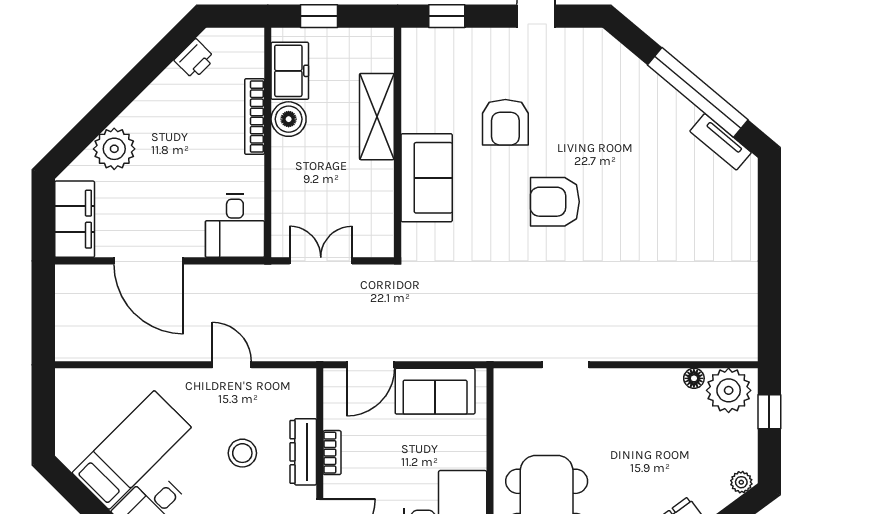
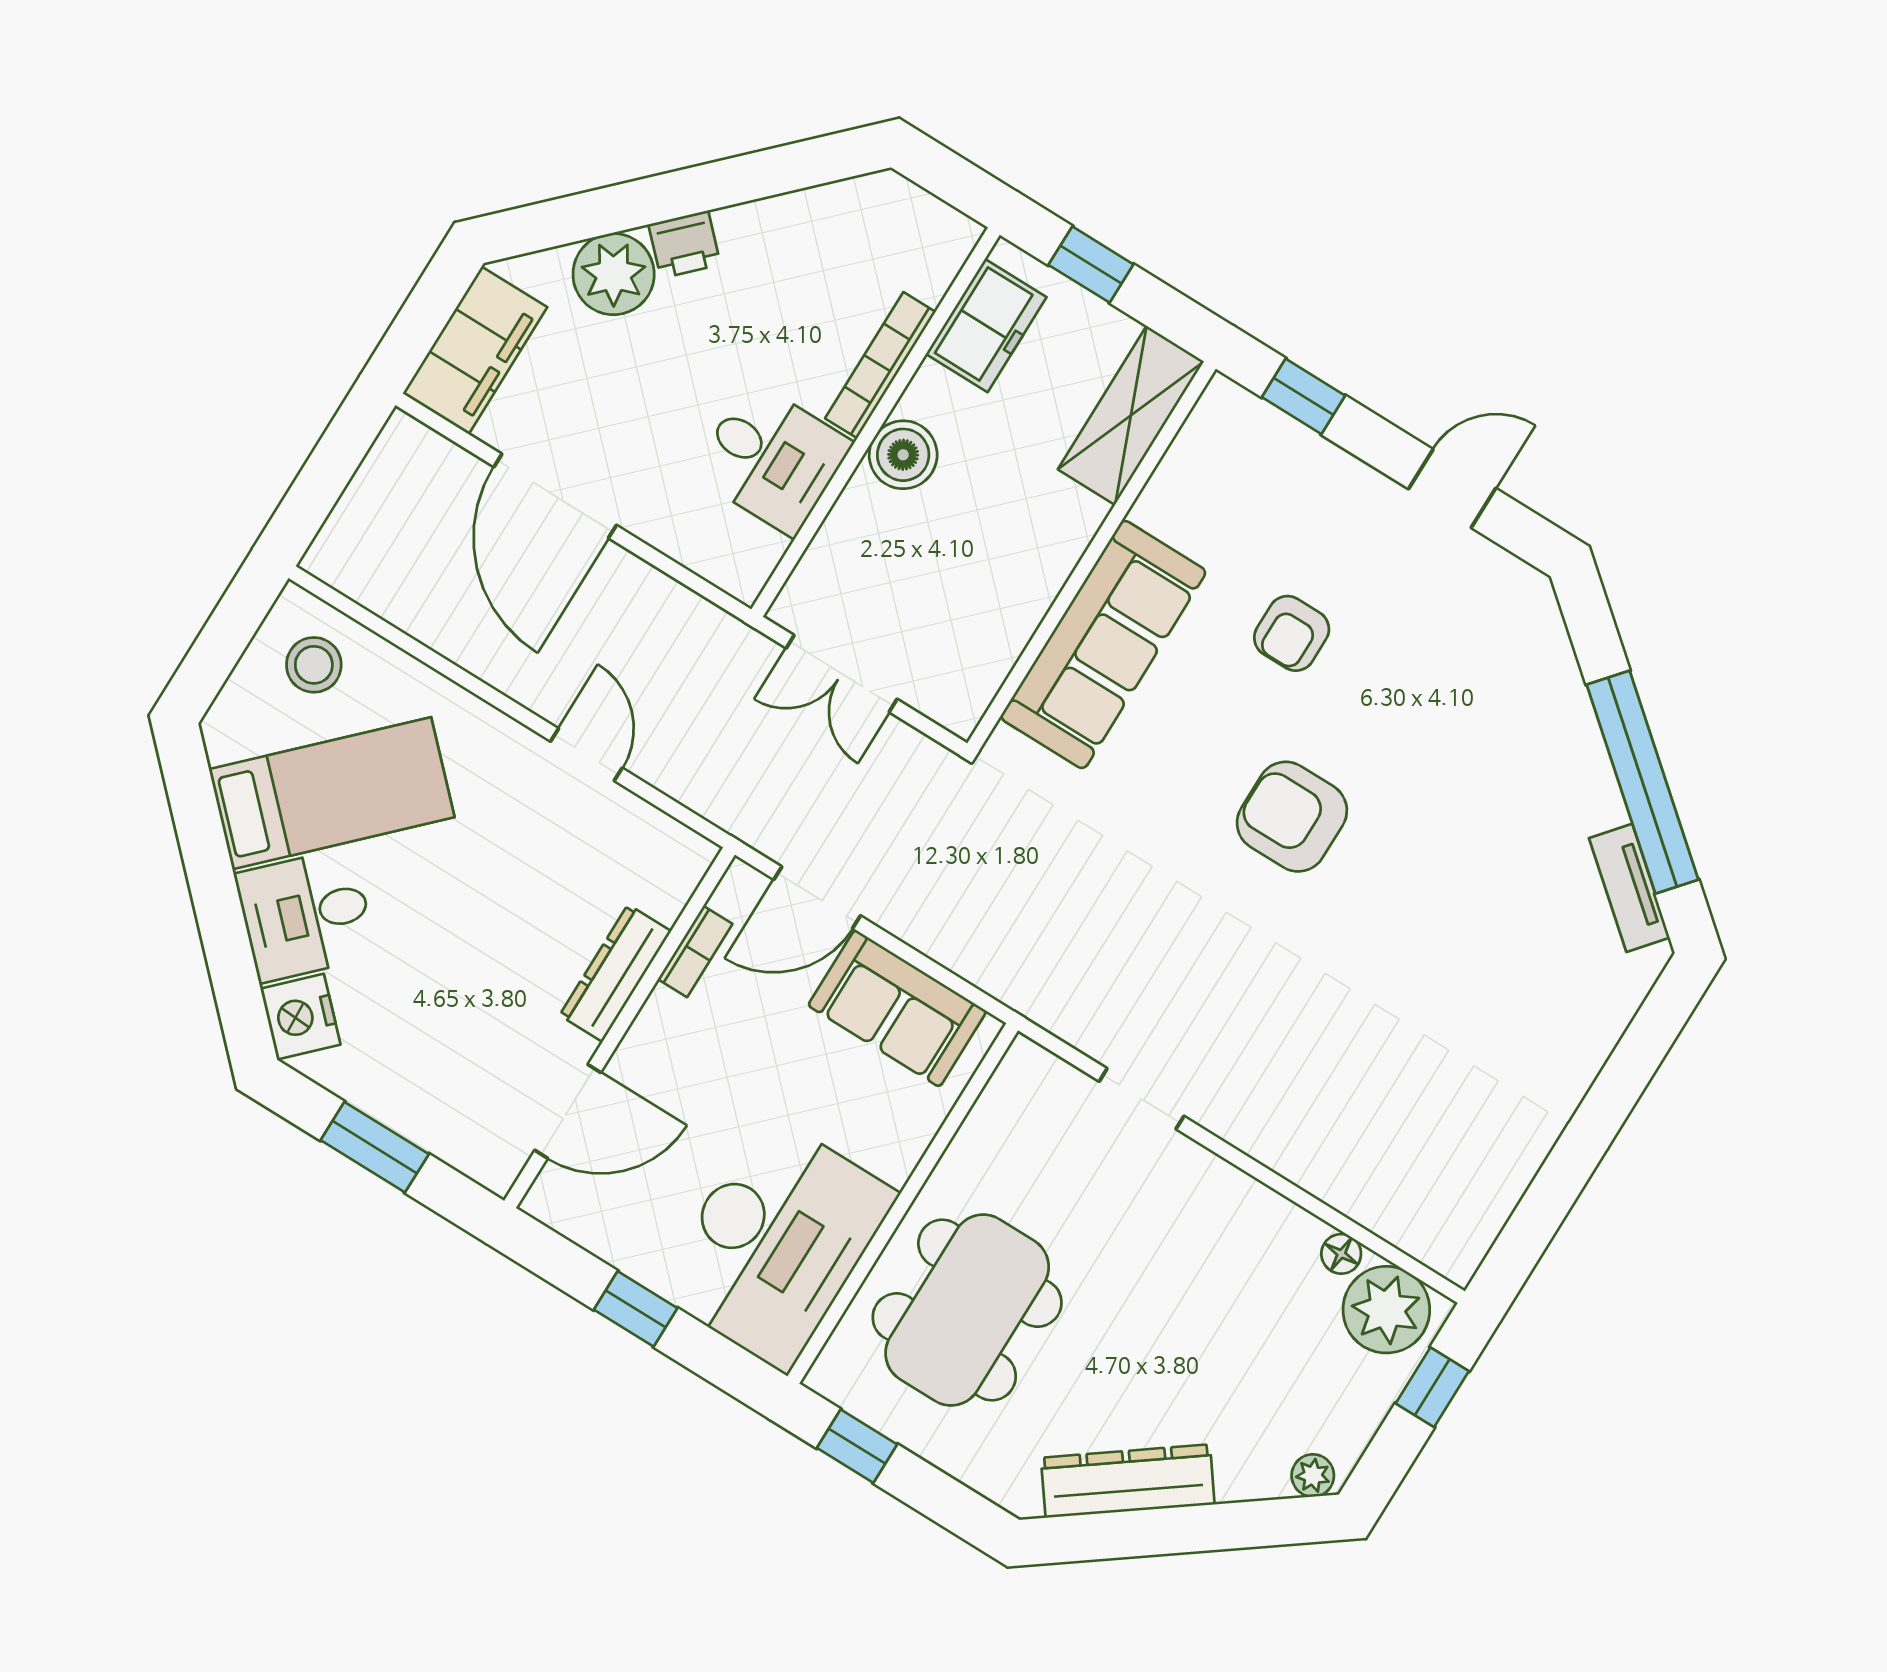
printer: (195, 59) -> (685, 244), moved
shelving: (377, 117) -> (1131, 415), moved
boiler: (289, 119) -> (903, 455), moved
armchair: (505, 122) -> (1292, 633), width x0.72, depth x0.72
sofa: (427, 178) -> (1103, 644), width x1.36
desk: (235, 226) -> (772, 458), moved, turned -90
double door: (321, 261) -> (842, 674), swing flipped
stool: (242, 453) -> (314, 665), moved
bookcase: (332, 453) -> (695, 951), moved

